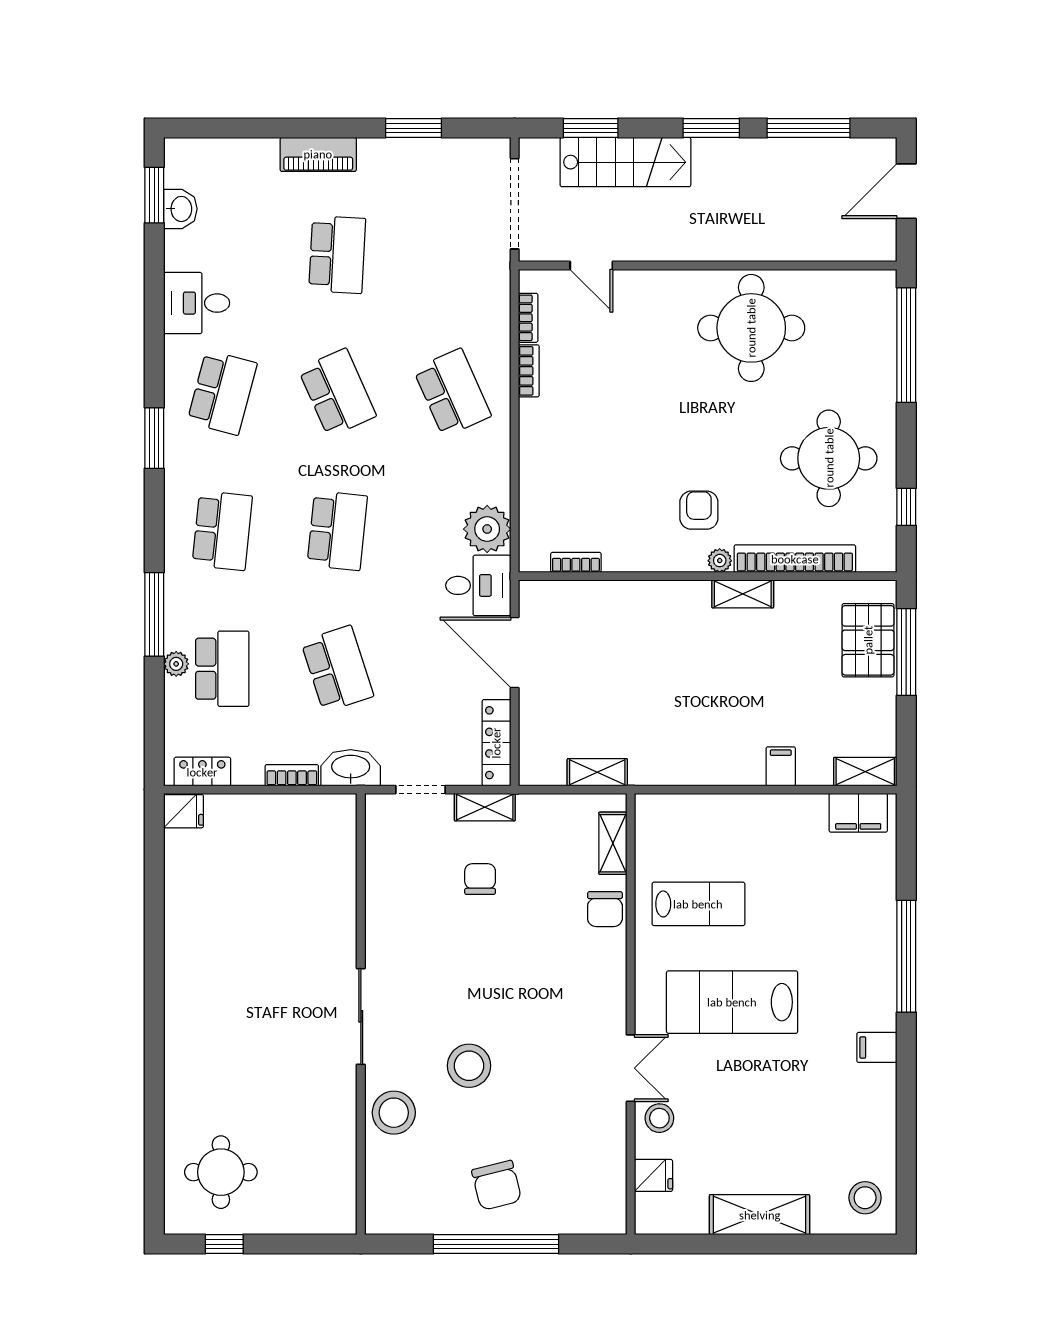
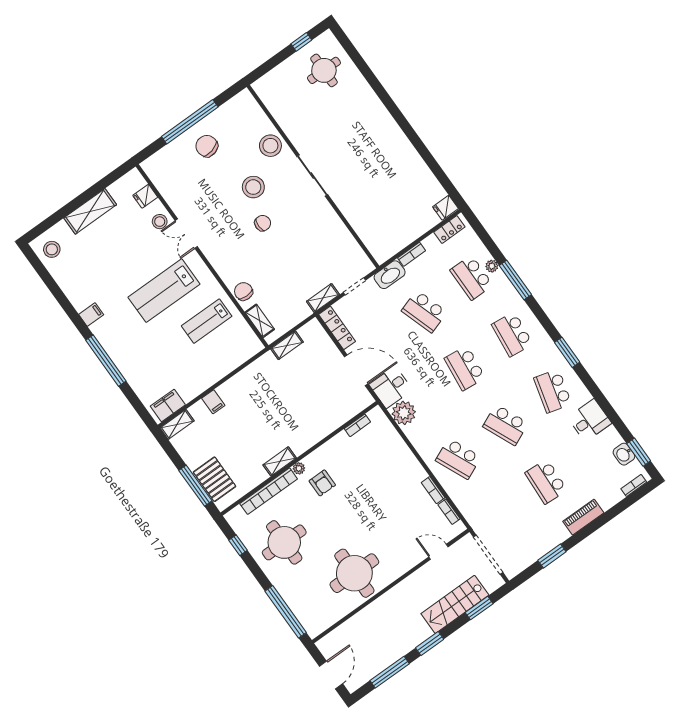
bookcase: (201, 147) -> (634, 485), added
chair: (480, 879) -> (263, 223), moved, turned -90
lab bench: (732, 1002) -> (164, 291), turned 180

